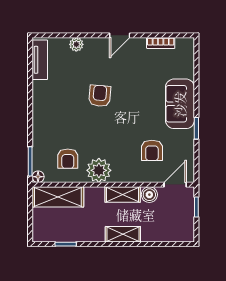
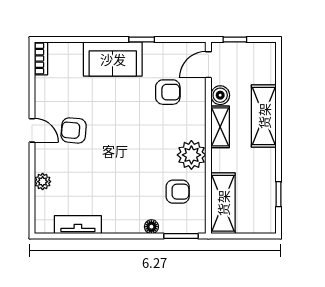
bookcase: (161, 43) -> (41, 58), moved
tv unit: (40, 60) -> (78, 225), moved
armchair: (100, 96) -> (74, 130), moved
floor lamp: (38, 177) -> (151, 227), moved
door: (175, 185) -> (208, 65), hinge flipped
shelving: (123, 234) -> (264, 116), width x1.50, depth x1.33

